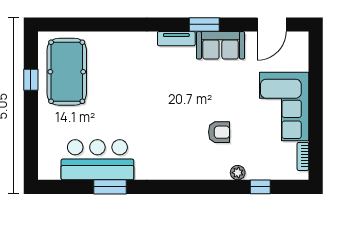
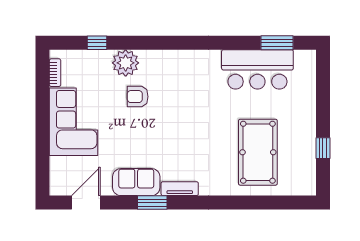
pool table: (67, 72) -> (258, 152), moved
plant: (238, 173) -> (126, 63), width x1.87, depth x1.87
window: (110, 187) -> (277, 43), moved

